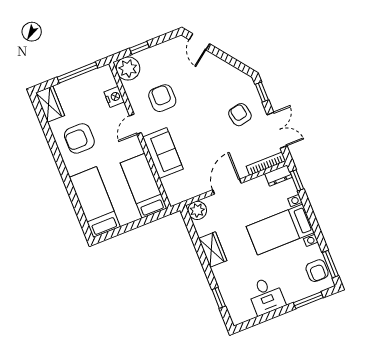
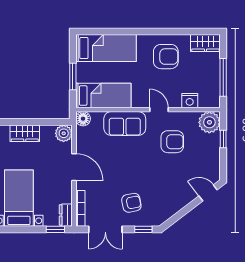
armchair: (79, 138) -> (166, 57), turned 90
floor lamp: (175, 197) -> (83, 119), added
window: (137, 224) -> (73, 76), added

